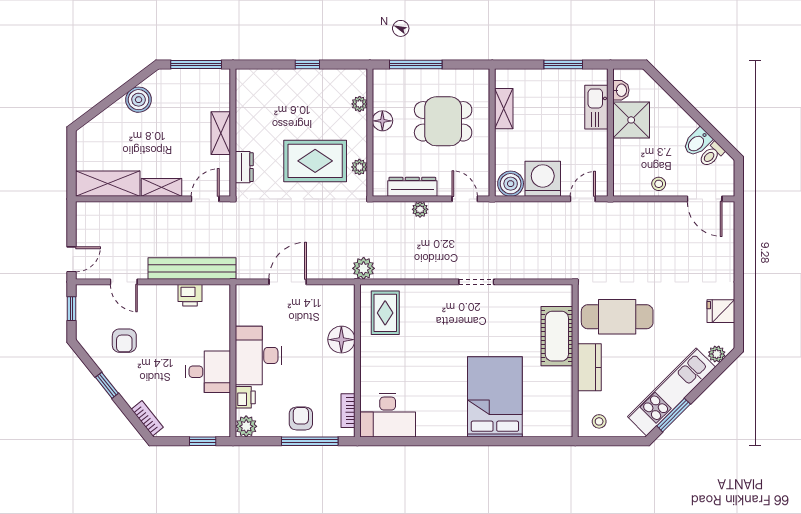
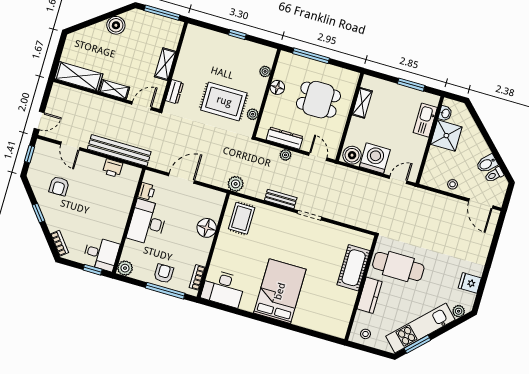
bench: (431, 271) -> (281, 199), added
desk: (208, 372) -> (101, 254), moved
printer: (245, 397) -> (146, 191), moved
bed: (495, 397) -> (280, 291), moved

